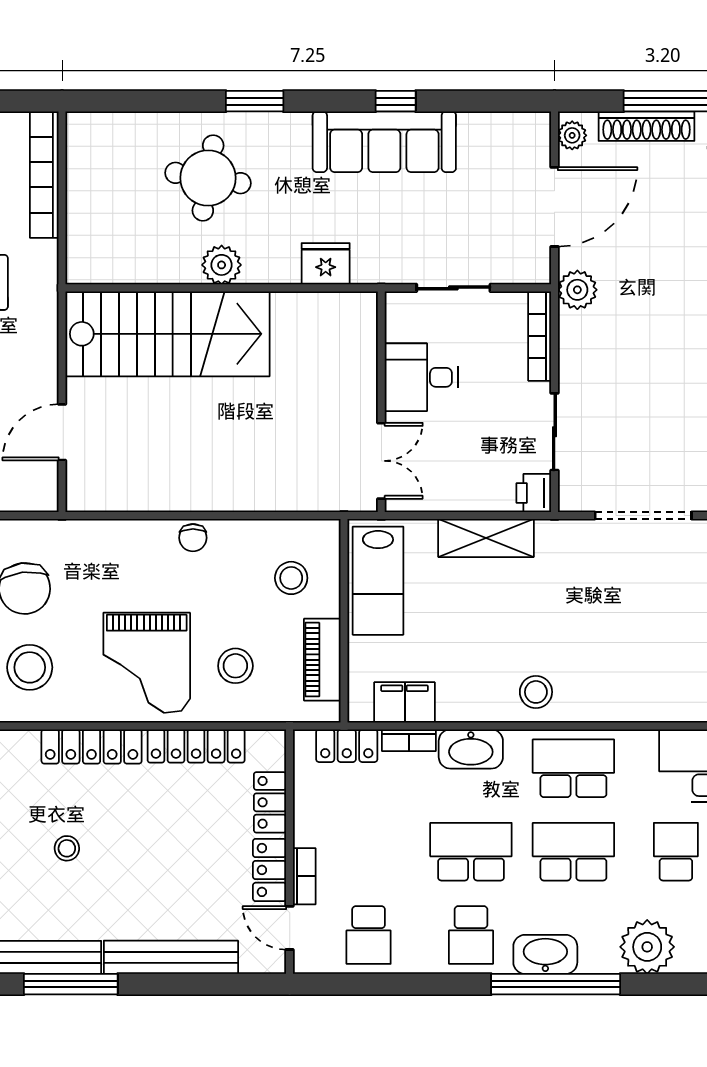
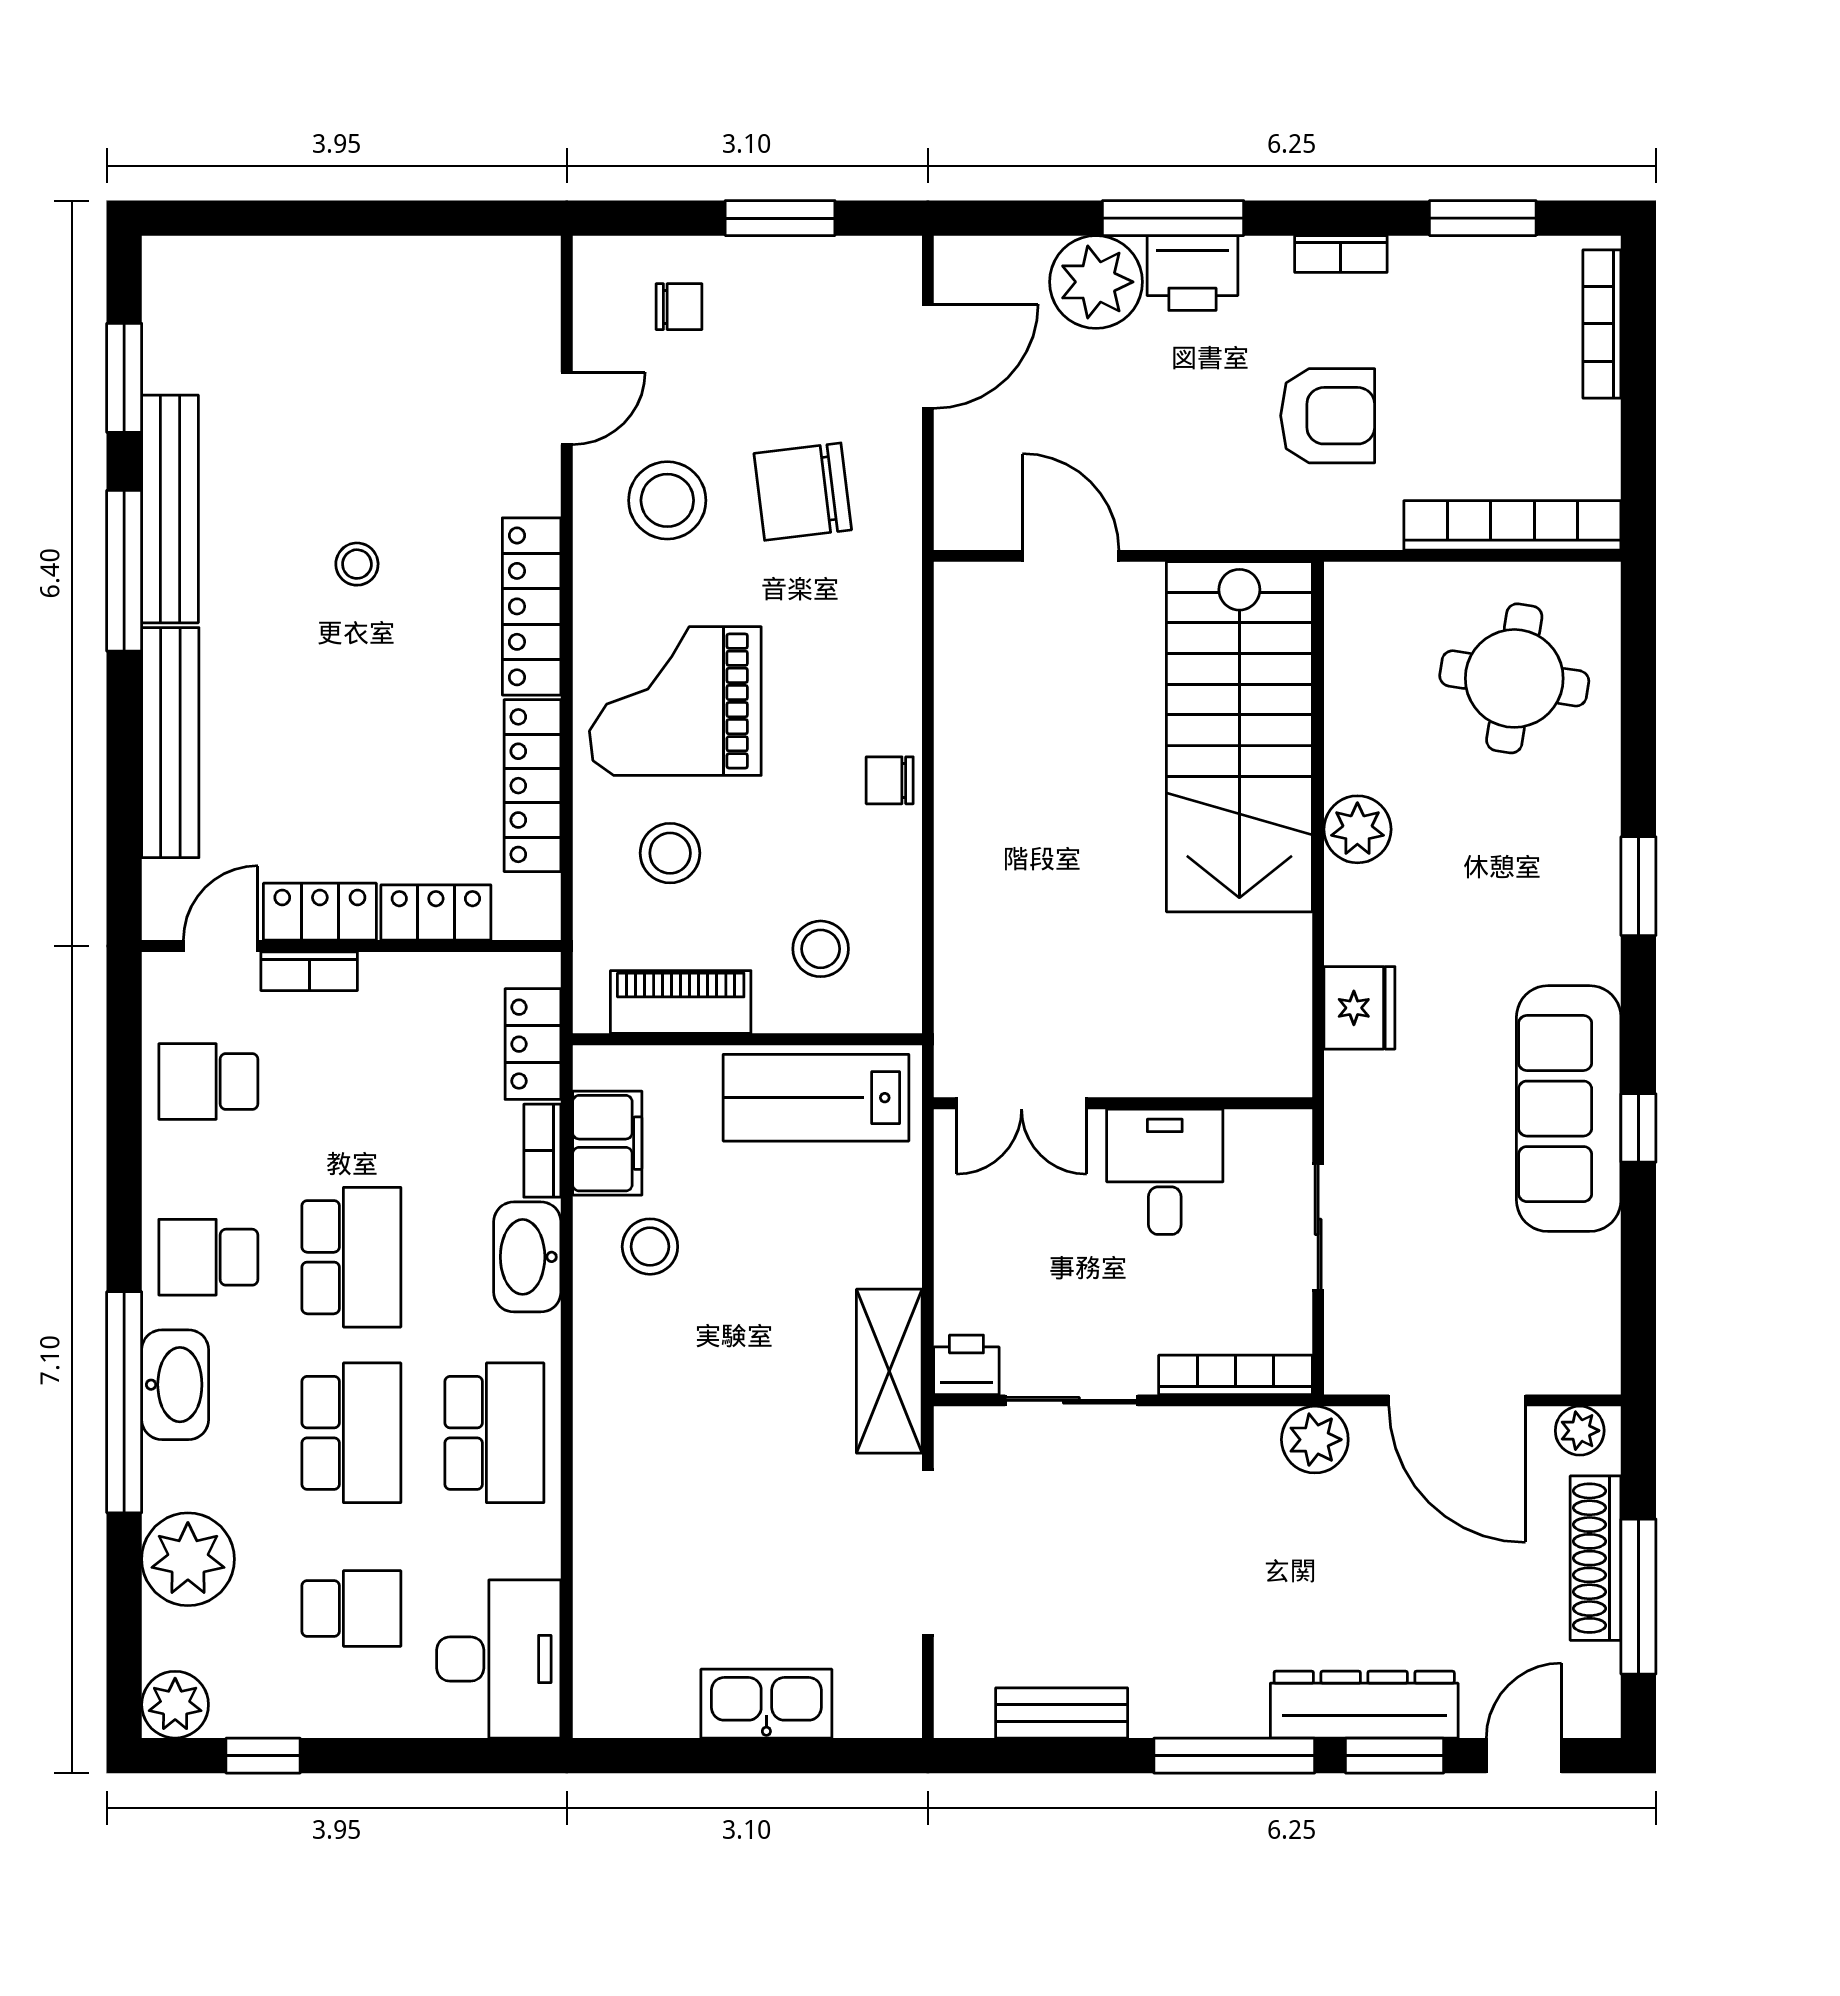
round table: (208, 178) -> (1514, 678), moved
shelving: (486, 538) -> (889, 1371), moved
stool: (536, 692) -> (650, 1247), moved

